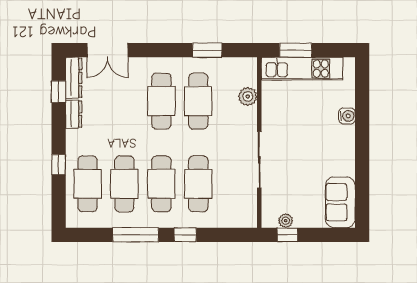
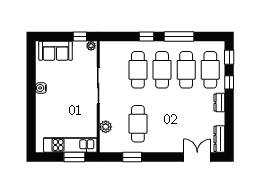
window: (59, 92) -> (229, 57), moved
cafe table: (161, 101) -> (162, 124), removed
dresser: (74, 114) -> (219, 103), moved
water cooler: (347, 116) -> (41, 88), moved
sofa: (340, 202) -> (56, 51), moved, turned 90
plant: (286, 221) -> (91, 46), moved

